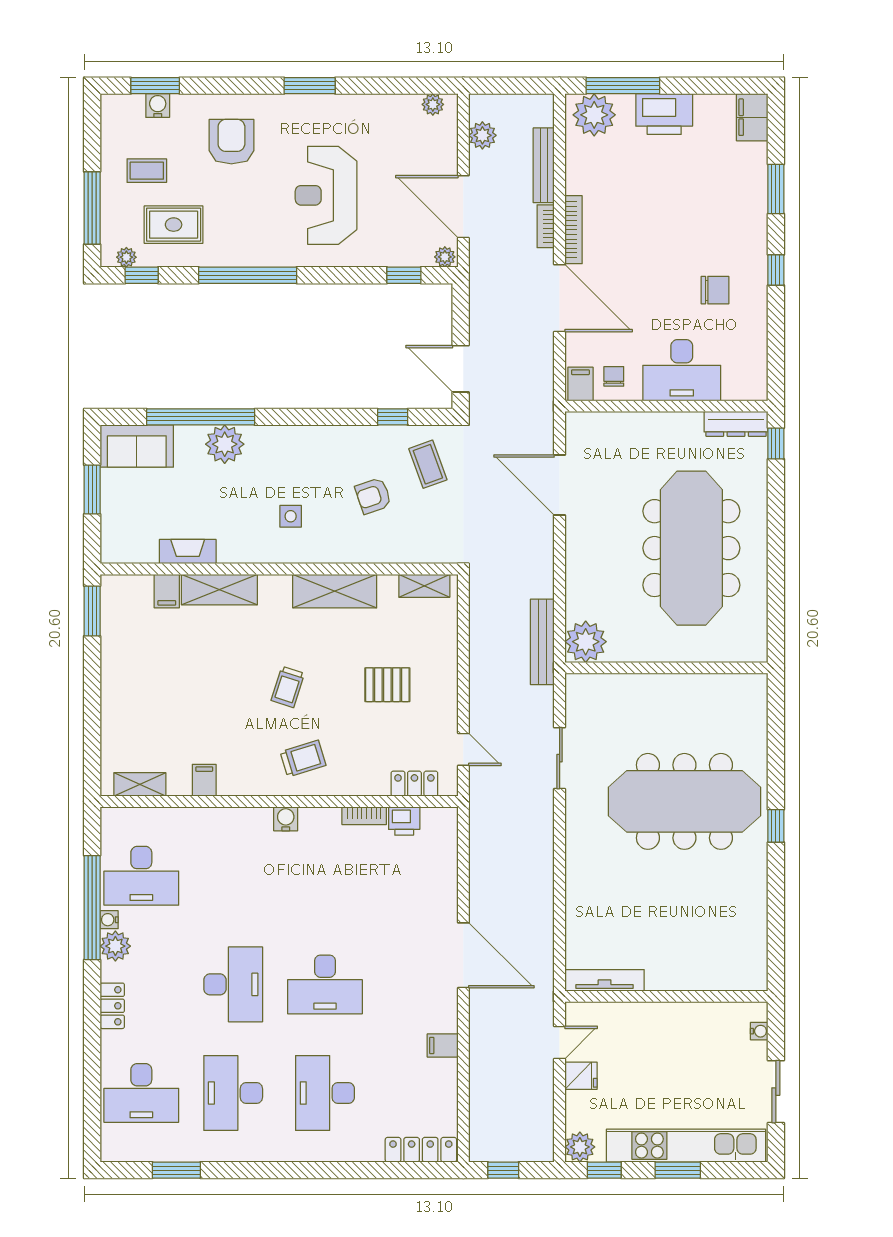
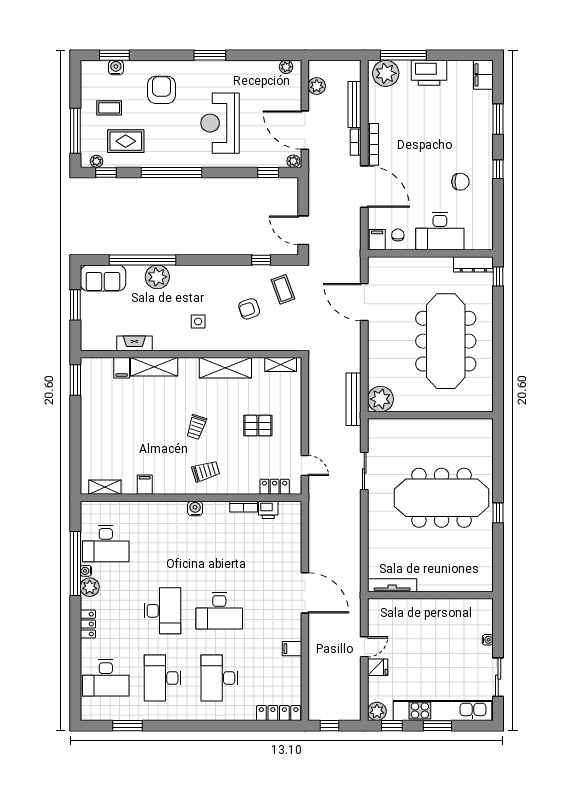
tv unit: (605, 980) -> (392, 585), moved
wall: (666, 996) -> (430, 595), moved

